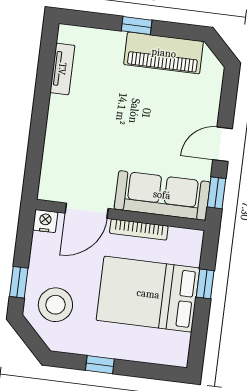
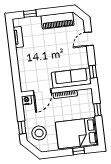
window: (137, 26) -> (30, 14), moved
door: (222, 144) -> (89, 39), moved
bed: (148, 294) -> (77, 133), moved
window: (100, 365) -> (79, 151), moved

